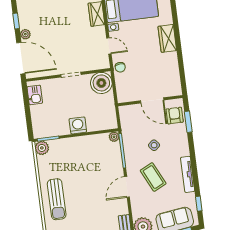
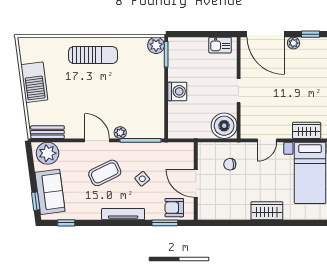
door: (21, 58) -> (266, 34), hinge flipped
chair: (120, 67) -> (230, 164), moved
door: (152, 100) -> (196, 183), hinge flipped
armchair: (175, 116) -> (174, 208), turned 180
plant: (114, 137) -> (120, 133), moved
tv unit: (188, 174) -> (123, 214), moved
sun lounger: (57, 199) -> (93, 55), turned 180

